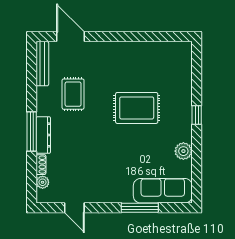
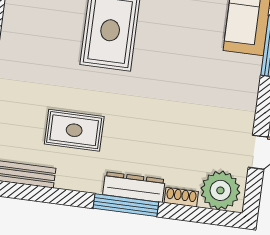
plant: (43, 182) -> (220, 190), width x1.87, depth x1.87

